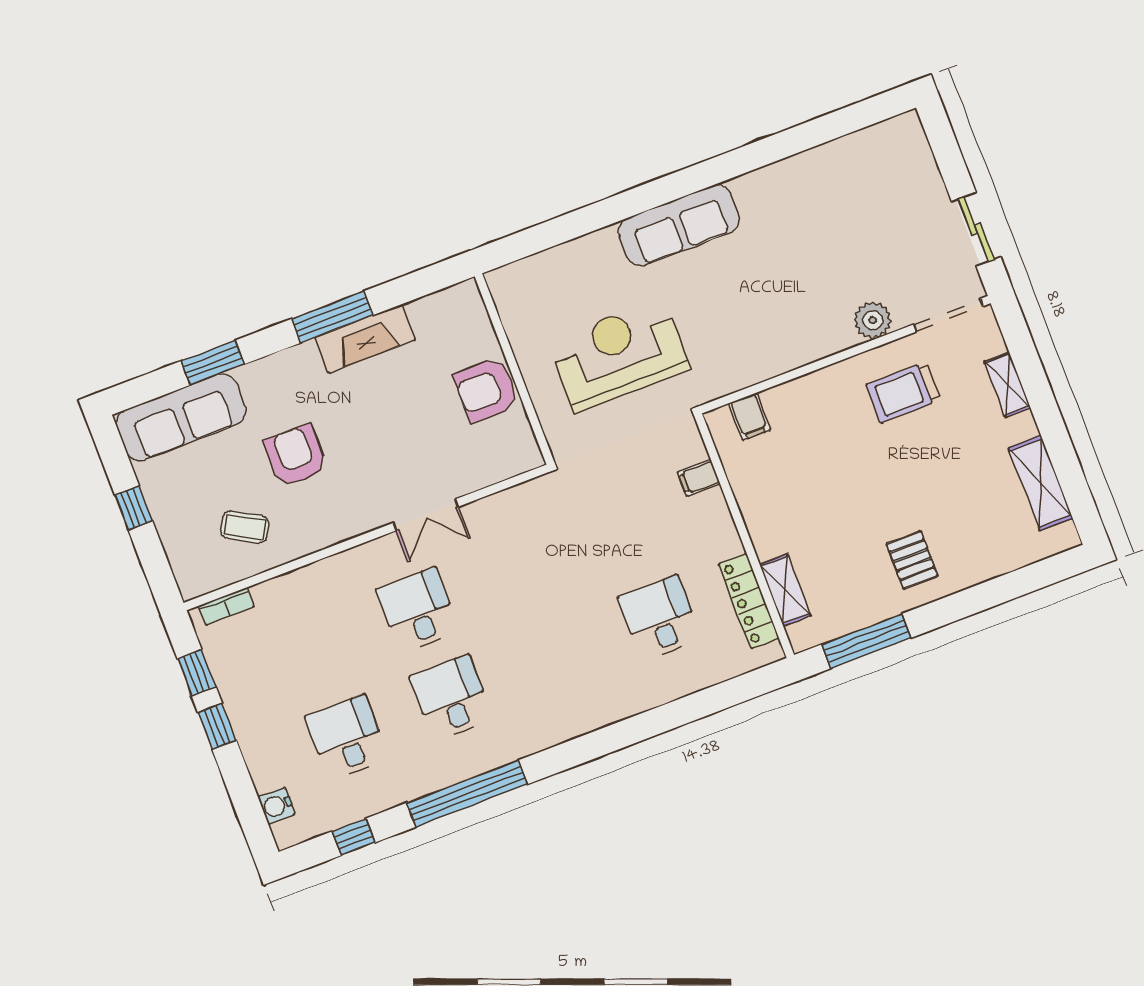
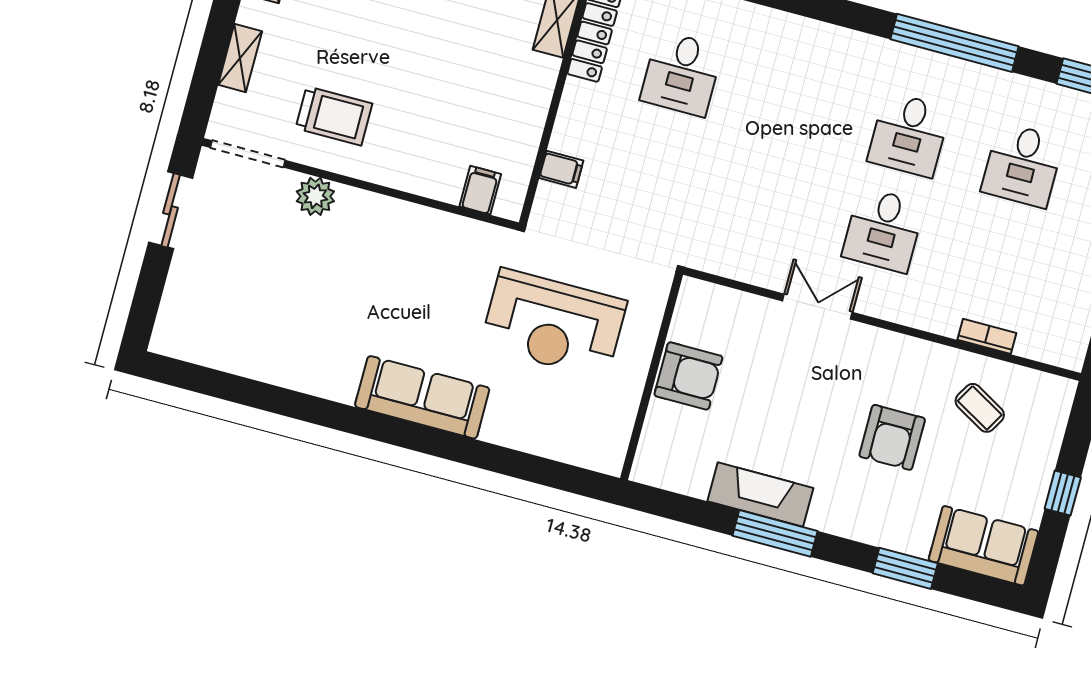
sofa: (181, 417) -> (983, 546), width x0.73
bookcase: (226, 606) -> (987, 336), moved

